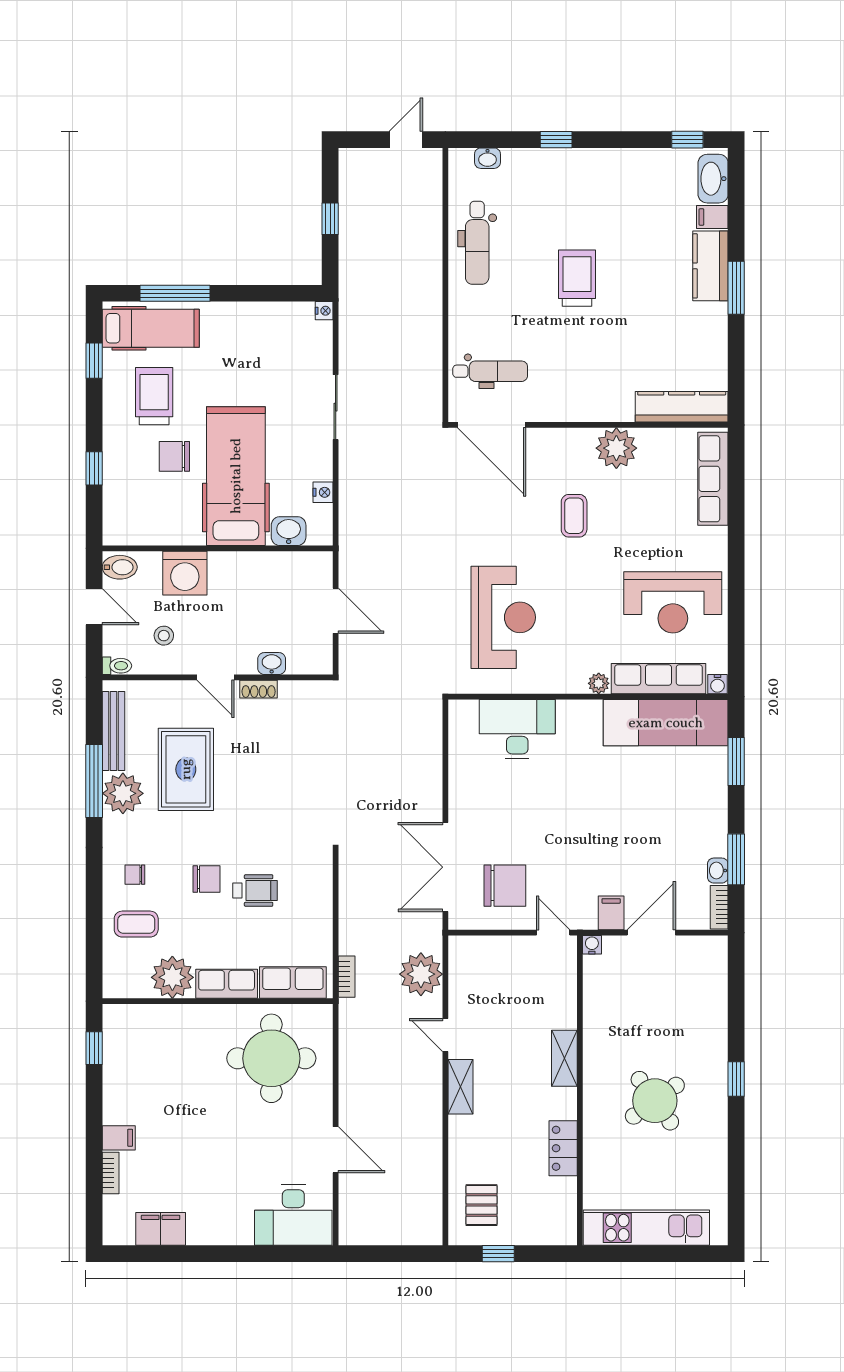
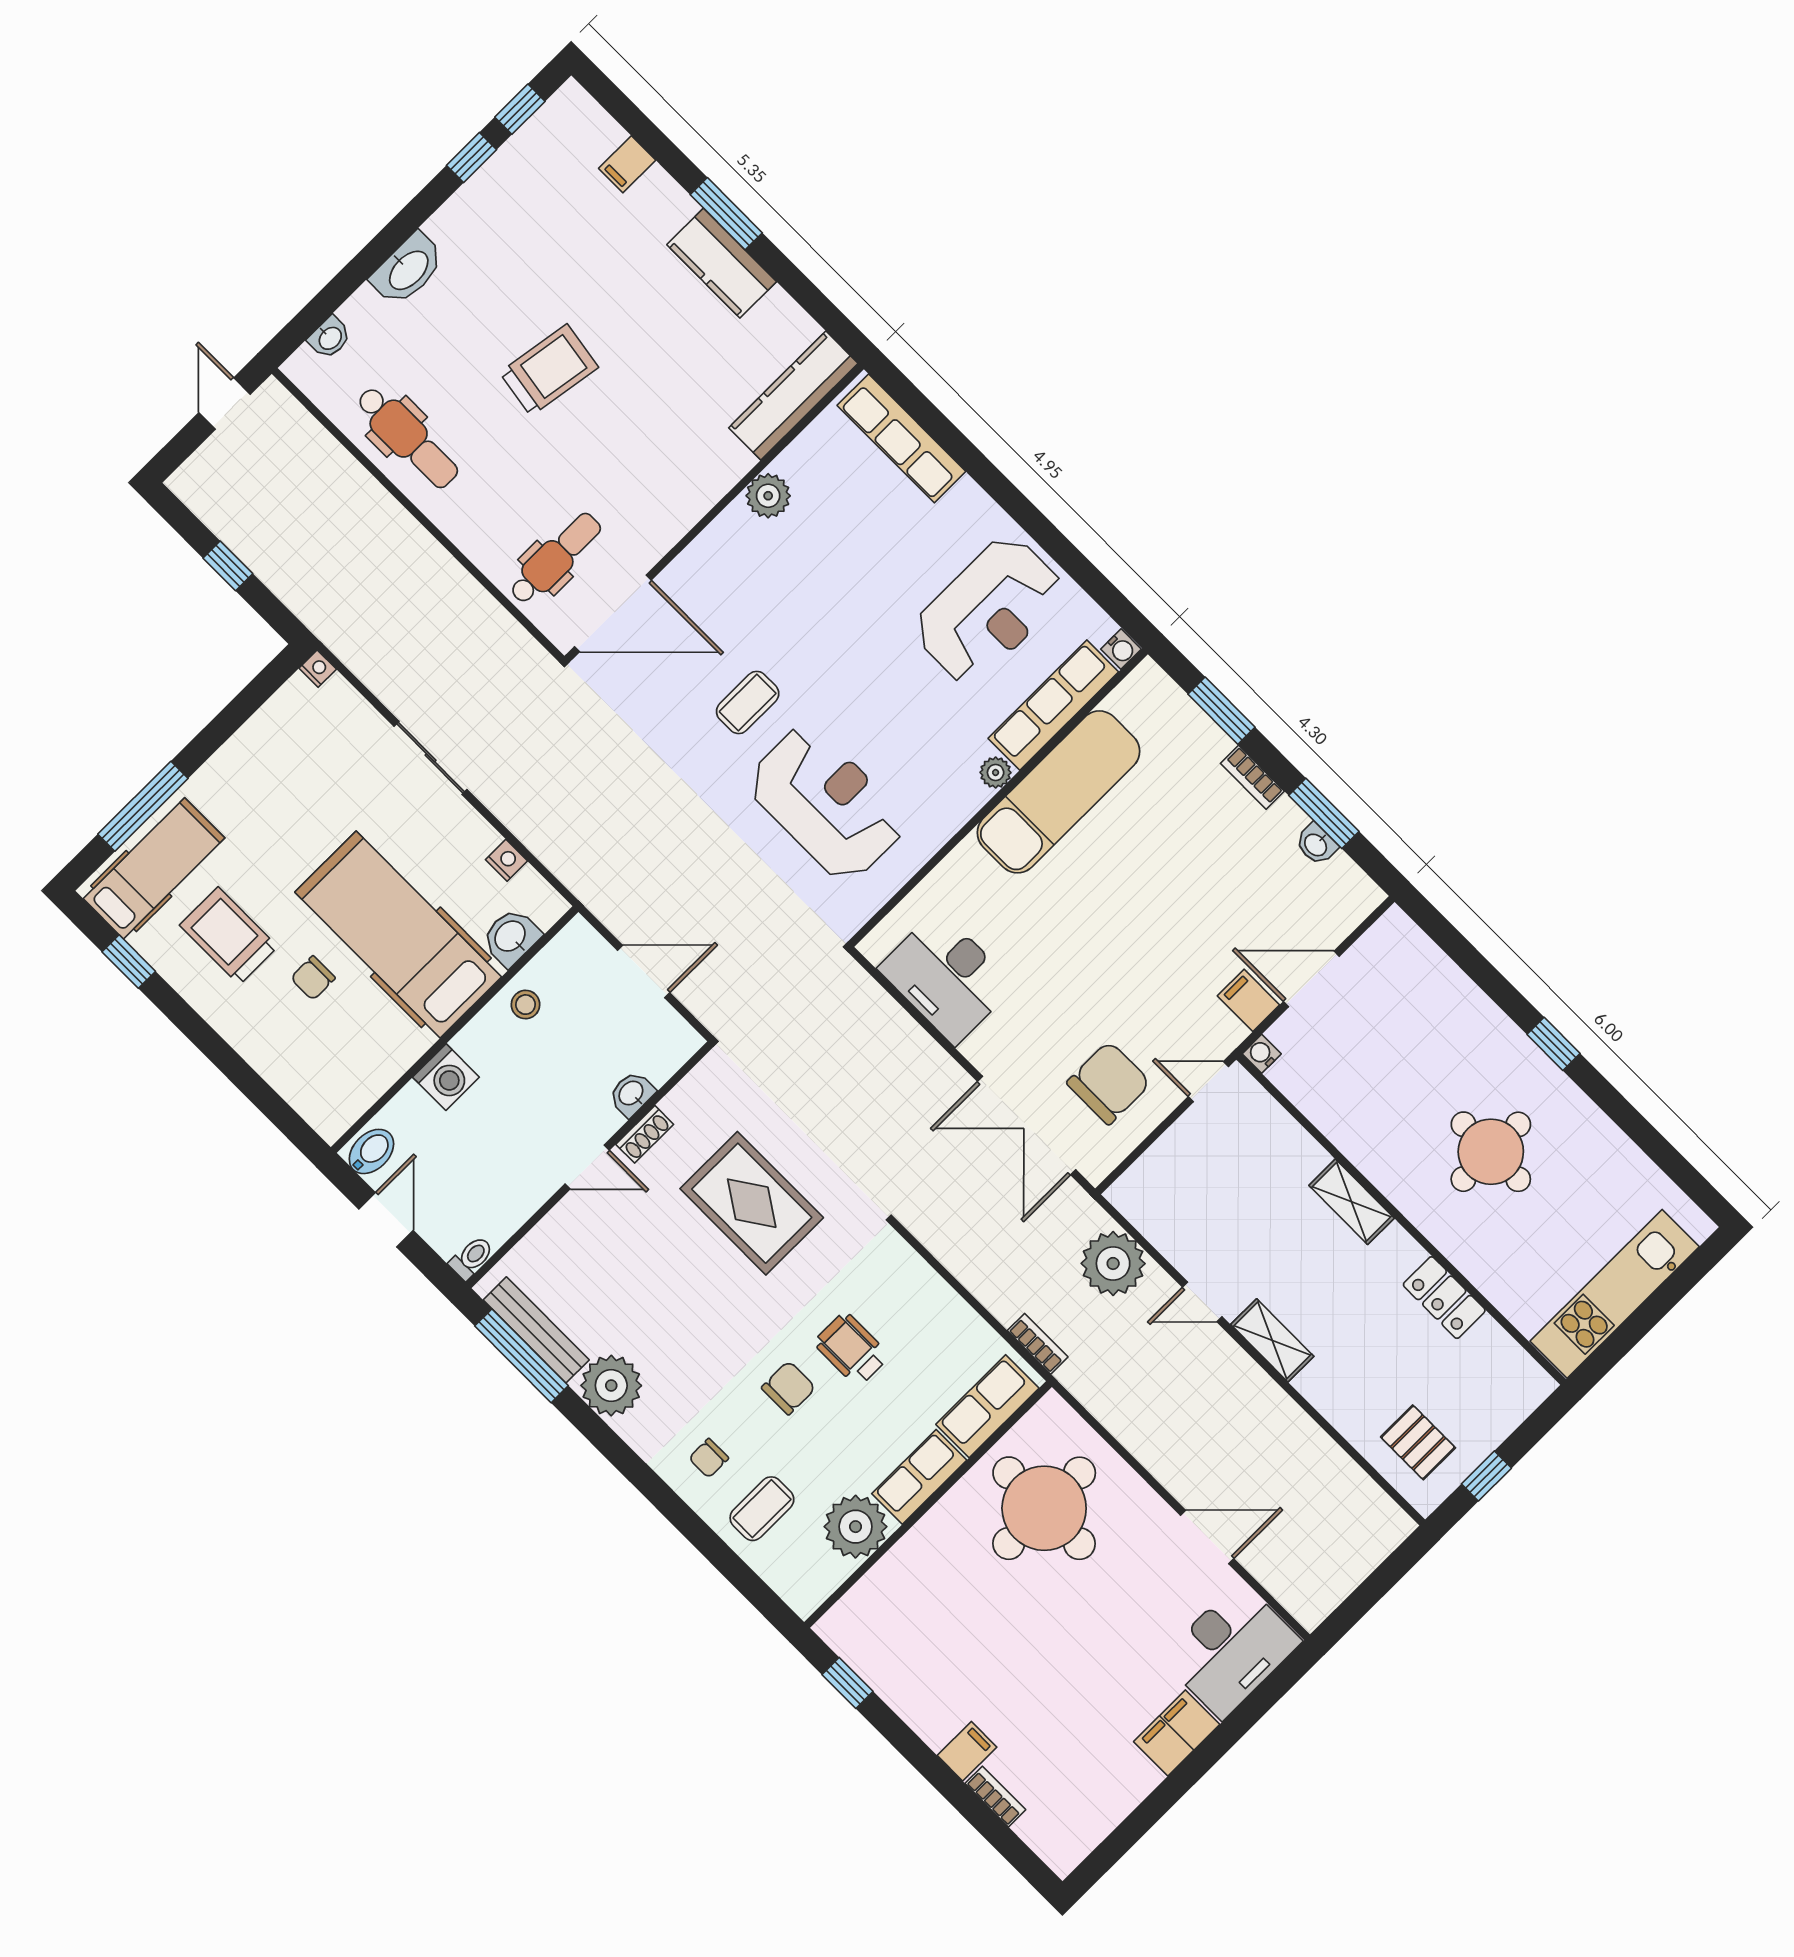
window: (556, 140) -> (471, 158), moved
washbasin: (713, 179) -> (408, 269), moved, turned -90
kitchen counter: (710, 266) -> (722, 263), moved
trolley: (577, 278) -> (549, 370), turned 99
plant: (616, 448) -> (768, 496), width x0.73, depth x0.73
chair: (174, 456) -> (313, 978), width x0.73, depth x0.73
window: (94, 468) -> (241, 1074), removed
coffee table: (574, 516) -> (748, 702), moved, turned 90
washing machine: (185, 573) -> (446, 1077), width x0.73, depth x0.73
door: (94, 607) -> (386, 1220), hinge flipped
stool: (164, 636) -> (526, 1005), moved
exam couch: (666, 723) -> (1058, 792), moved
desk: (517, 729) -> (946, 977), moved, turned -90
rug: (186, 769) -> (752, 1203), moved
window: (94, 781) -> (522, 1356), moved
wheelchair: (255, 890) -> (852, 1349), turned -90
bookcase: (719, 907) -> (1252, 777), moved
door: (651, 933) -> (1311, 979), hinge flipped
round table: (655, 1101) -> (1491, 1152), turned 36
filing cabinet: (161, 1229) -> (1177, 1733), moved

